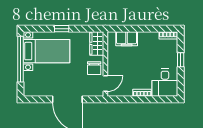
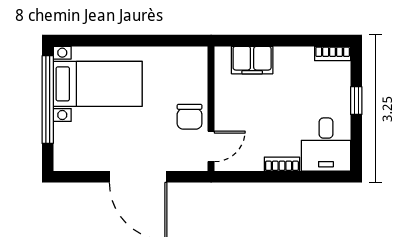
window: (62, 29) -> (127, 41), removed
wardrobe: (97, 43) -> (194, 69), removed

